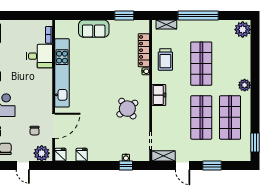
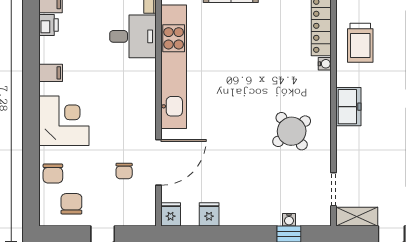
plant: (42, 153) -> (137, 212), removed

